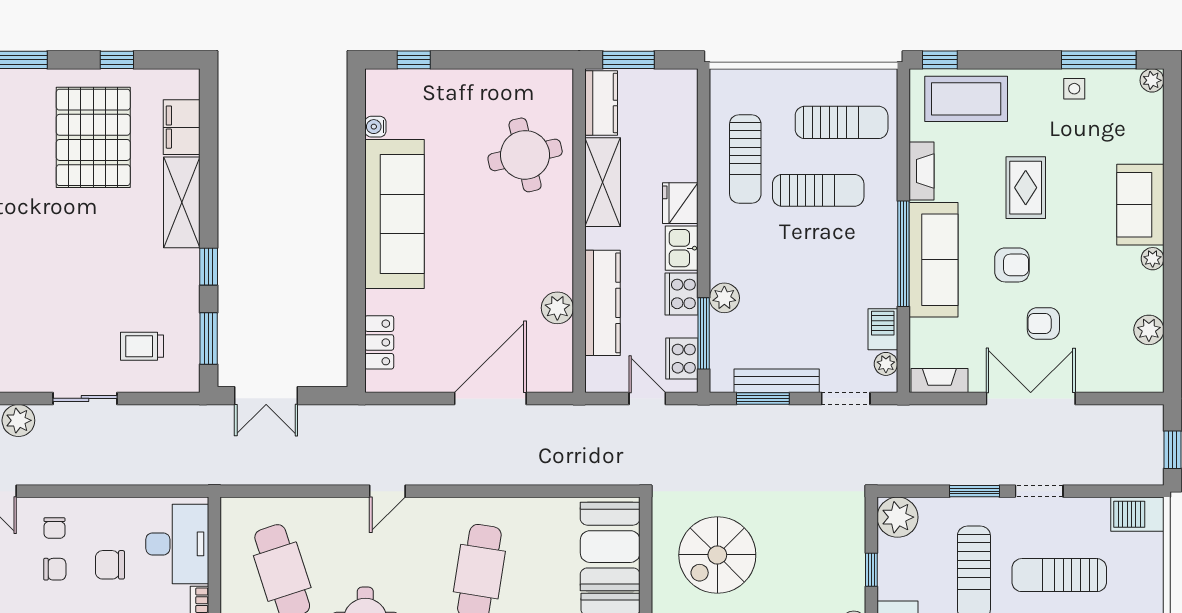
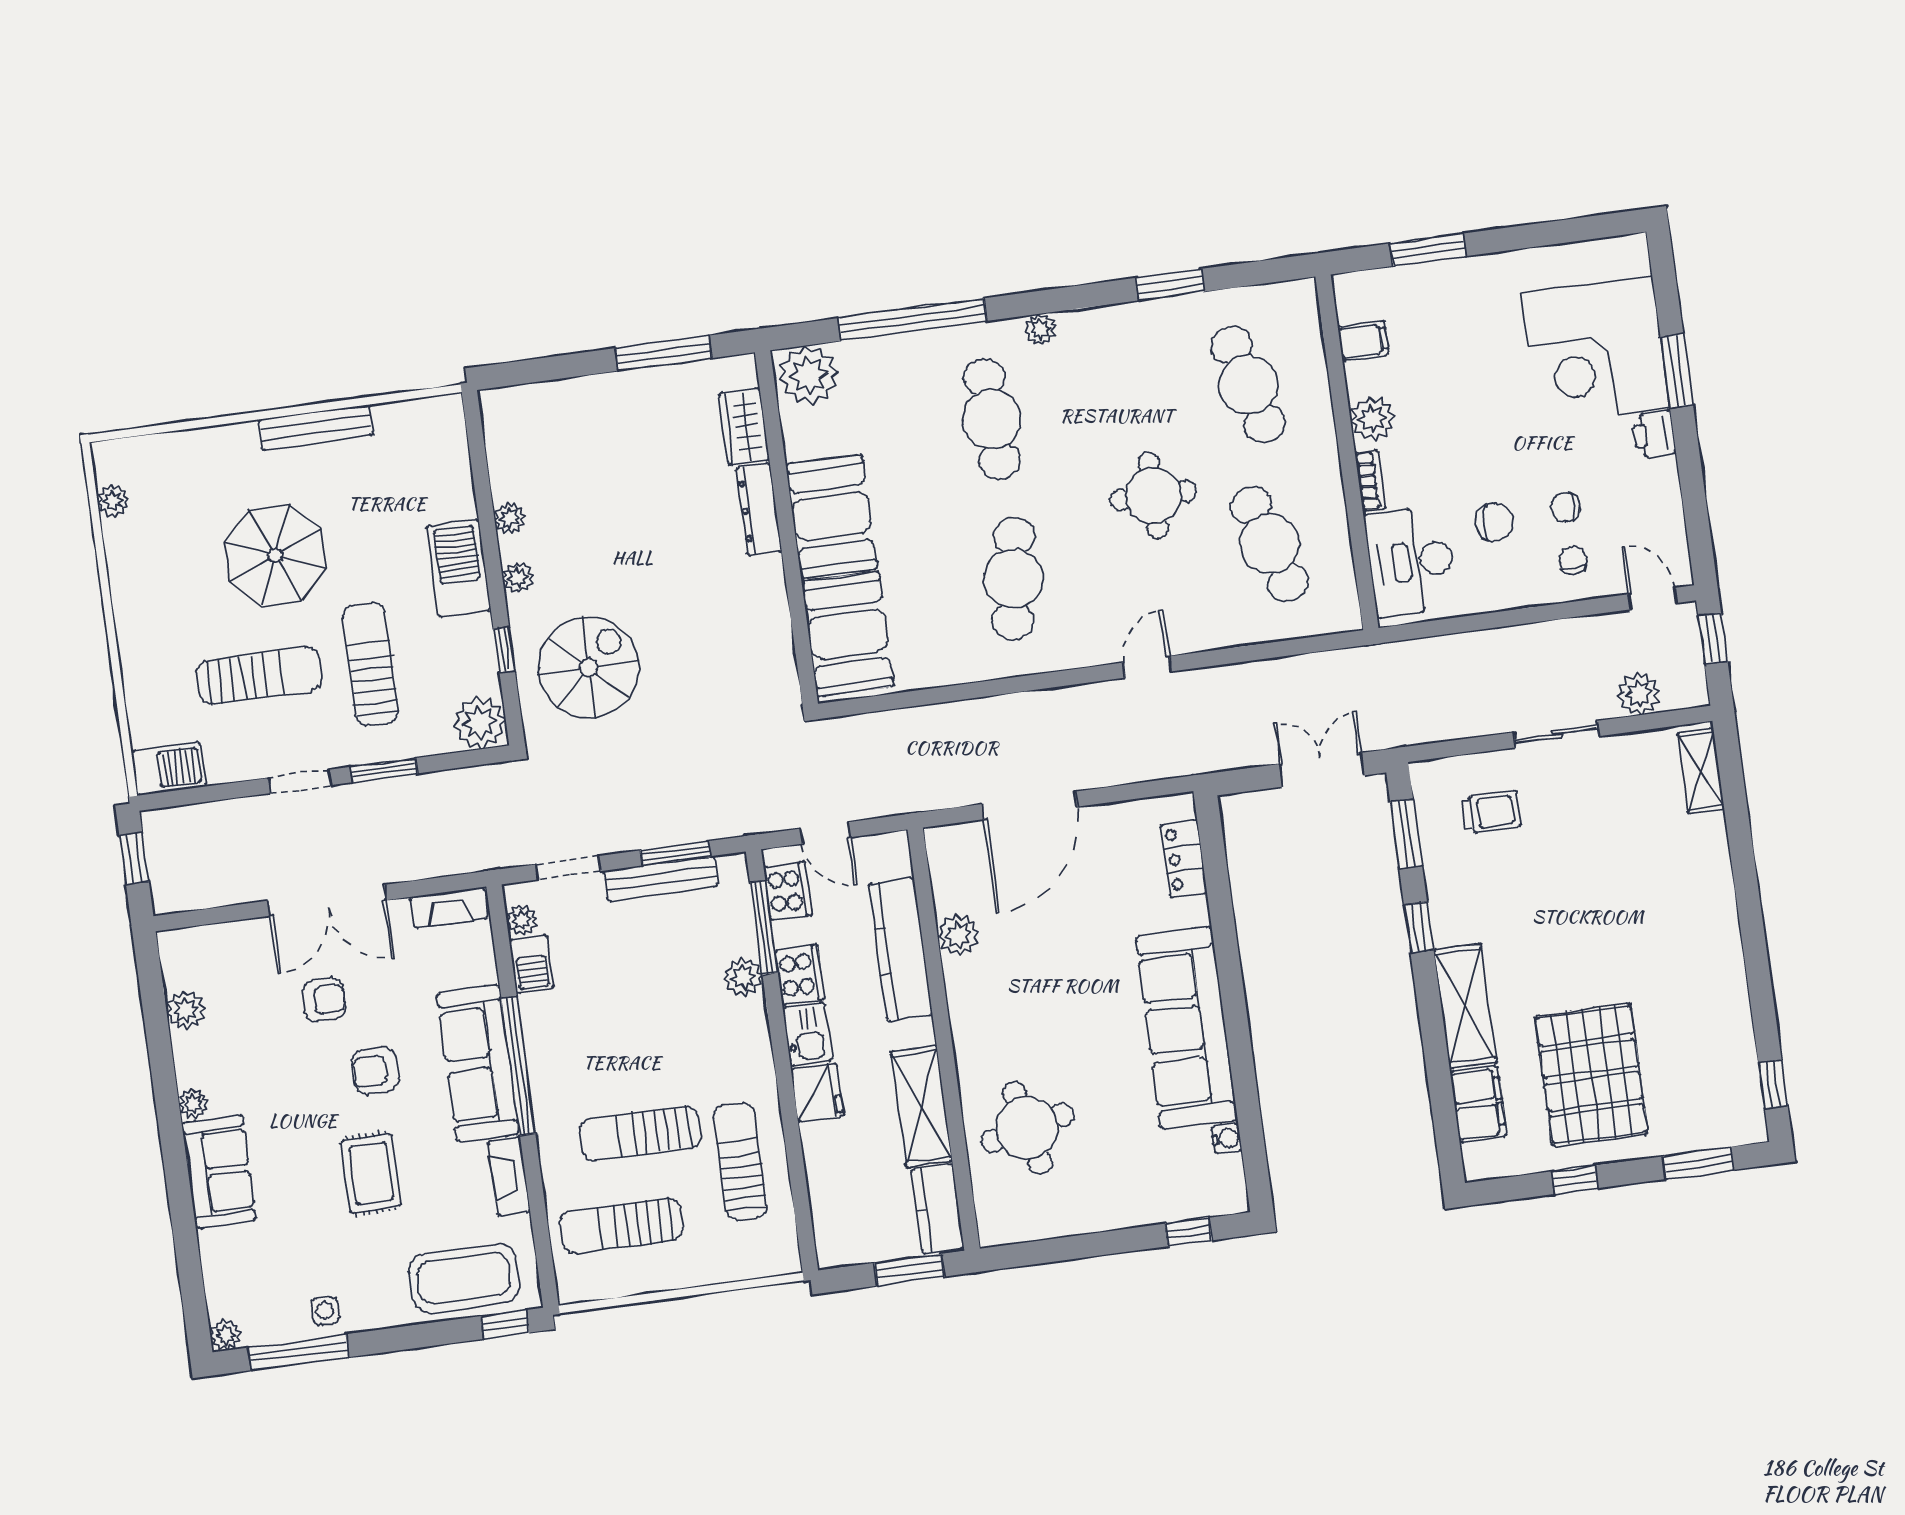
spiral stairs: (717, 555) -> (589, 668), moved

